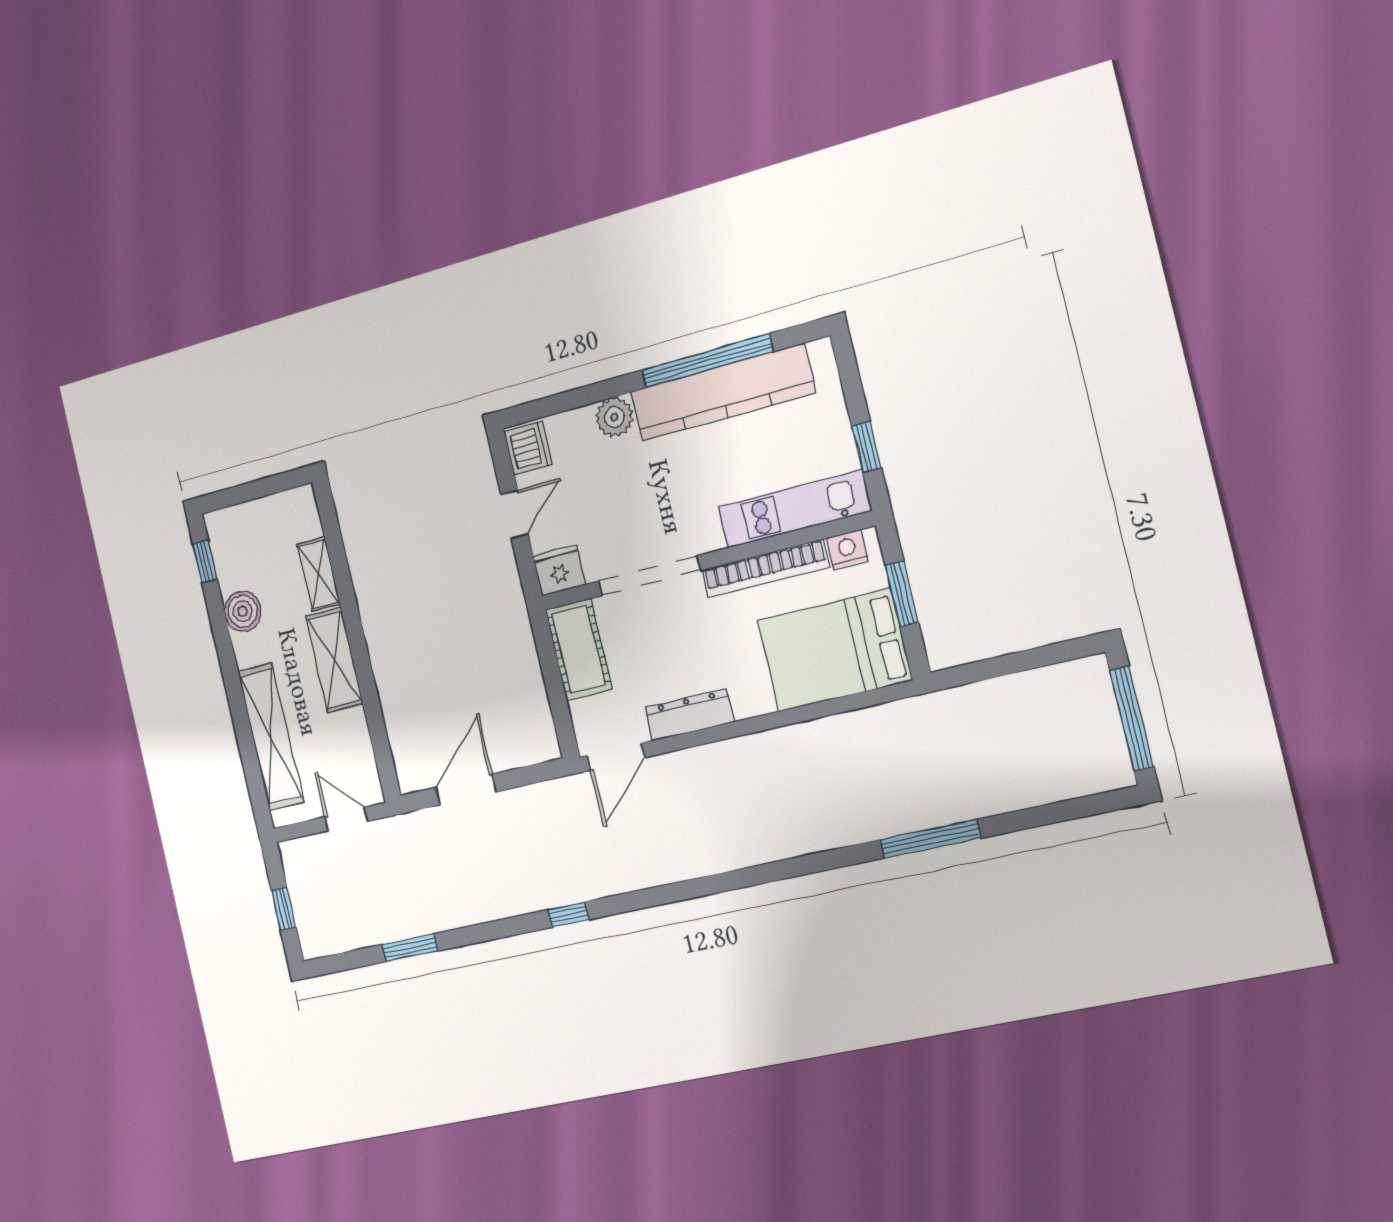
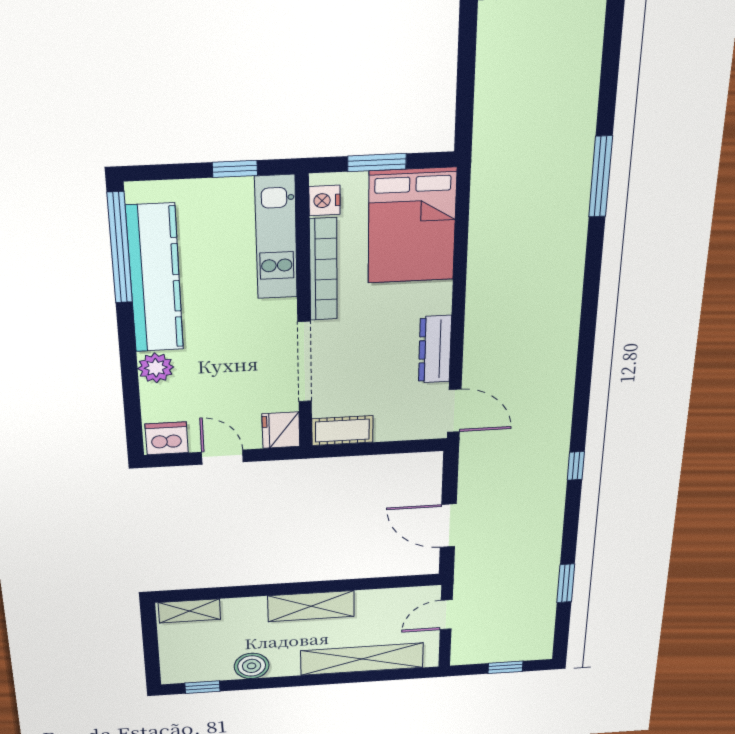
window: (707, 361) -> (120, 248), moved
shelving: (319, 574) -> (190, 611), moved
cot: (579, 649) -> (342, 431), width x0.73, depth x0.75

